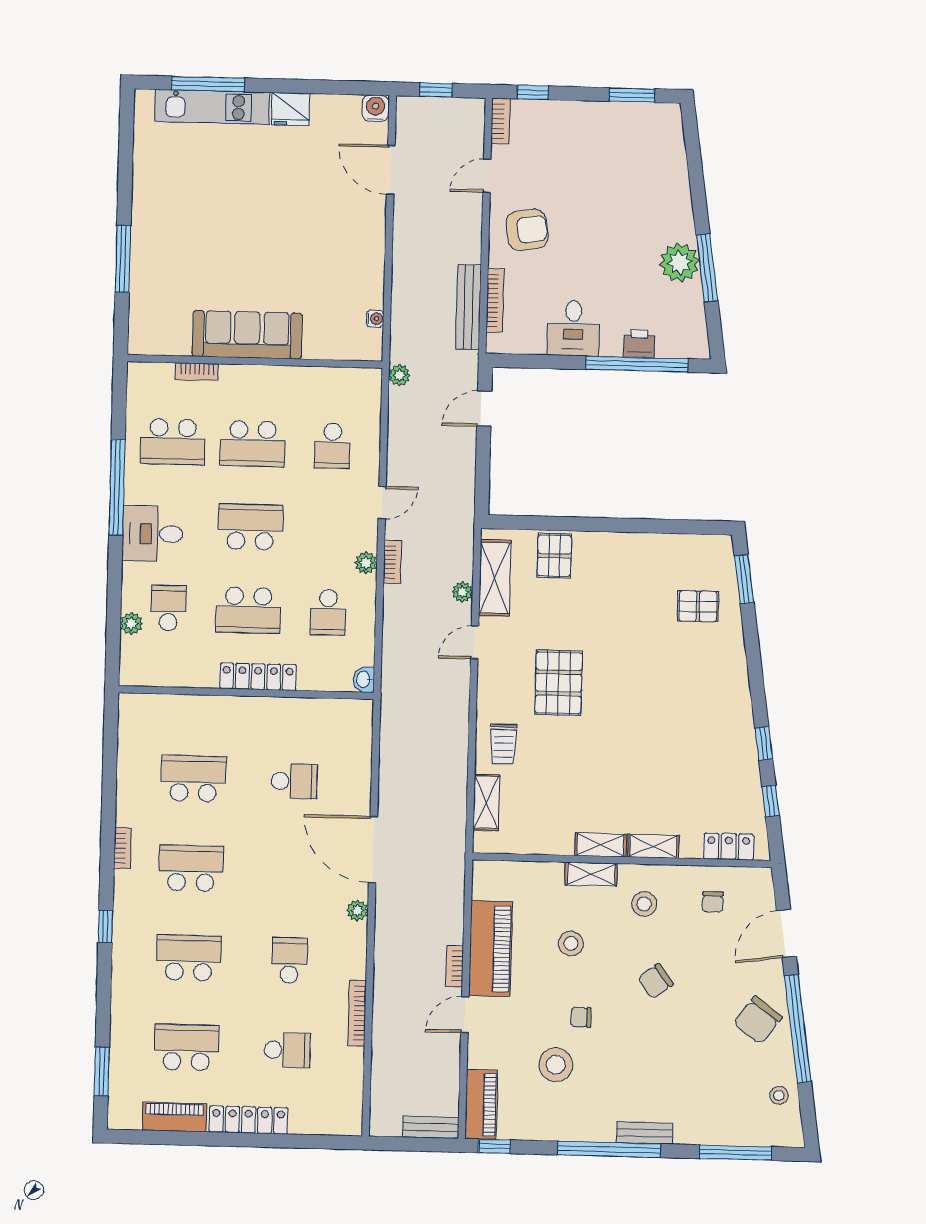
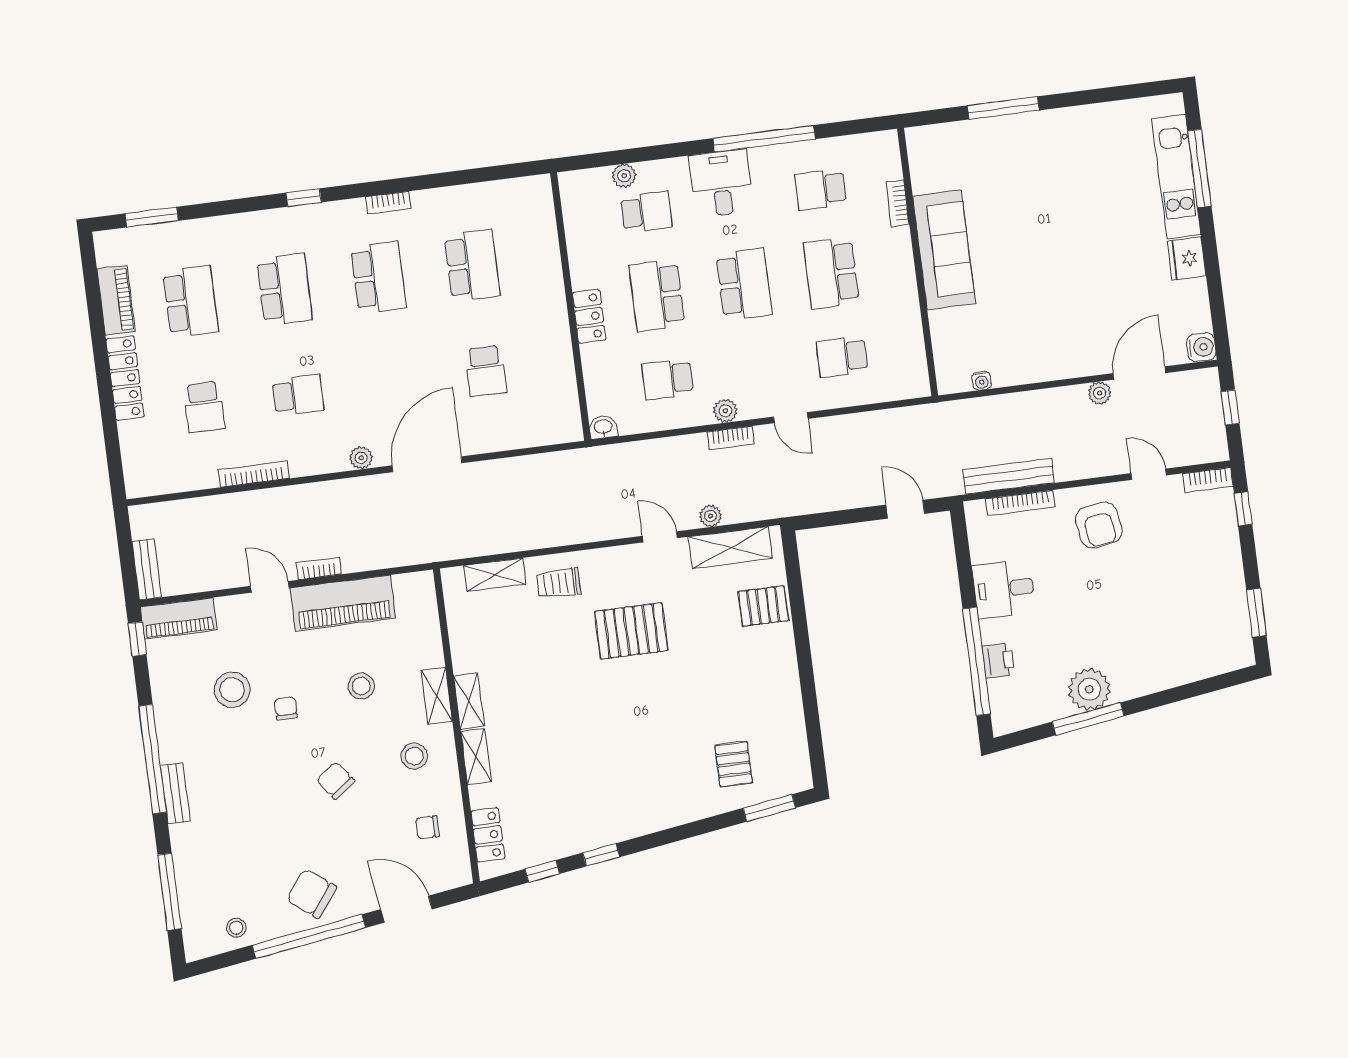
plant: (399, 375) -> (1100, 393), moved
school desk: (173, 442) -> (821, 189), width x0.54
locker: (258, 677) -> (589, 316), width x0.66

